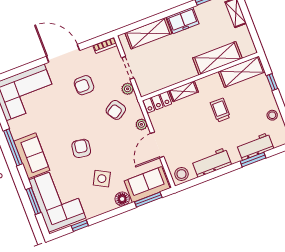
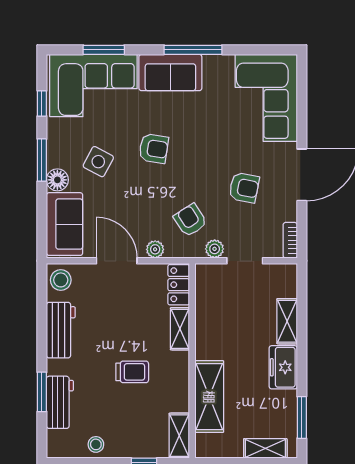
shelving: (148, 33) -> (287, 321), width x0.67, depth x0.75
shelving: (242, 72) -> (179, 436), width x0.67, depth x0.75
armchair: (84, 85) -> (244, 188), turned 101
window: (148, 200) -> (42, 160), moved

